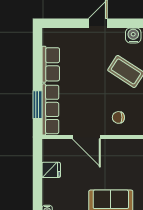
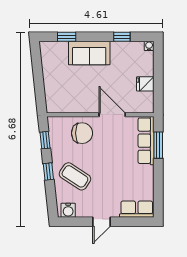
row of seats: (51, 64) -> (137, 209), moved, turned 90
chair: (118, 117) -> (82, 133), width x1.87, depth x1.87

